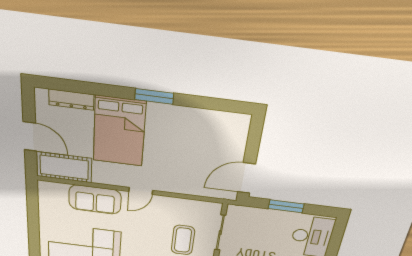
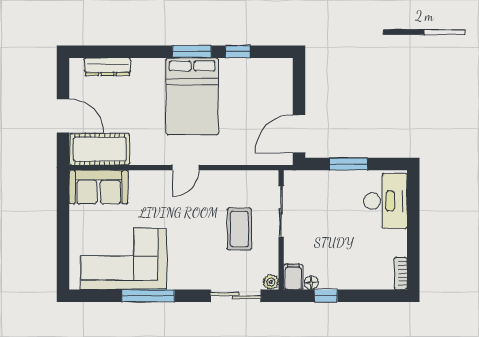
window: (199, 102) -> (238, 52), added
bed: (119, 131) -> (192, 96), moved
sofa: (95, 200) -> (99, 187), moved

